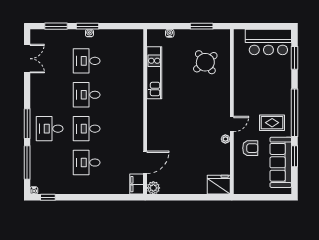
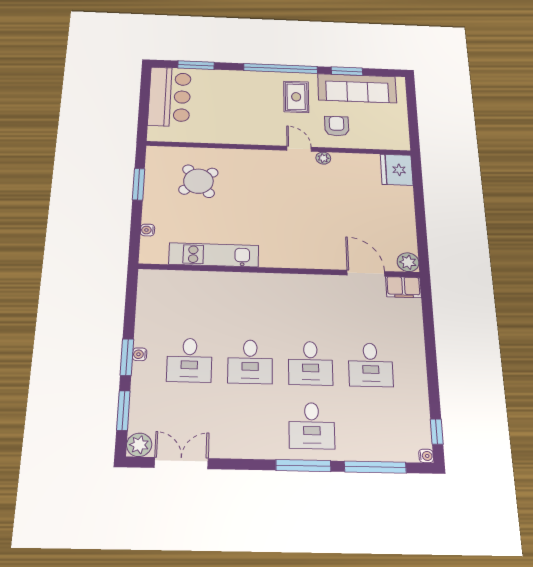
plant: (37, 36) -> (139, 445), added

